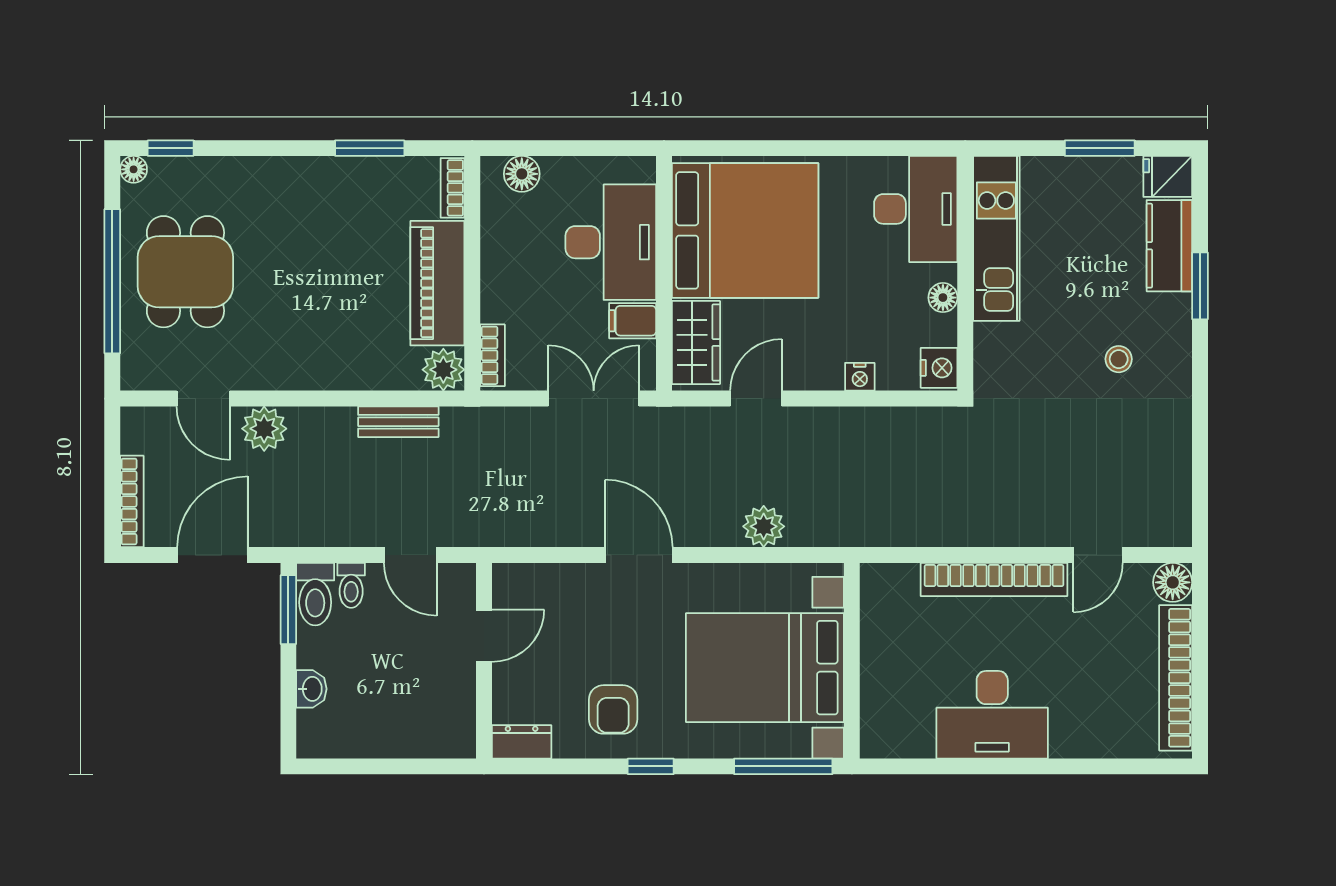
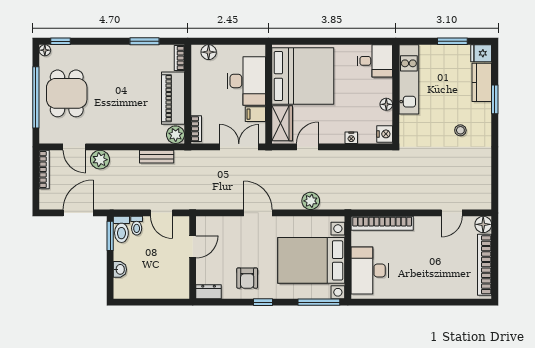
desk: (916, 209) -> (375, 61), width x0.73
bookcase: (132, 501) -> (44, 170), moved
bookcase: (994, 580) -> (382, 223), moved
desk: (992, 715) -> (370, 271), moved, turned 90

